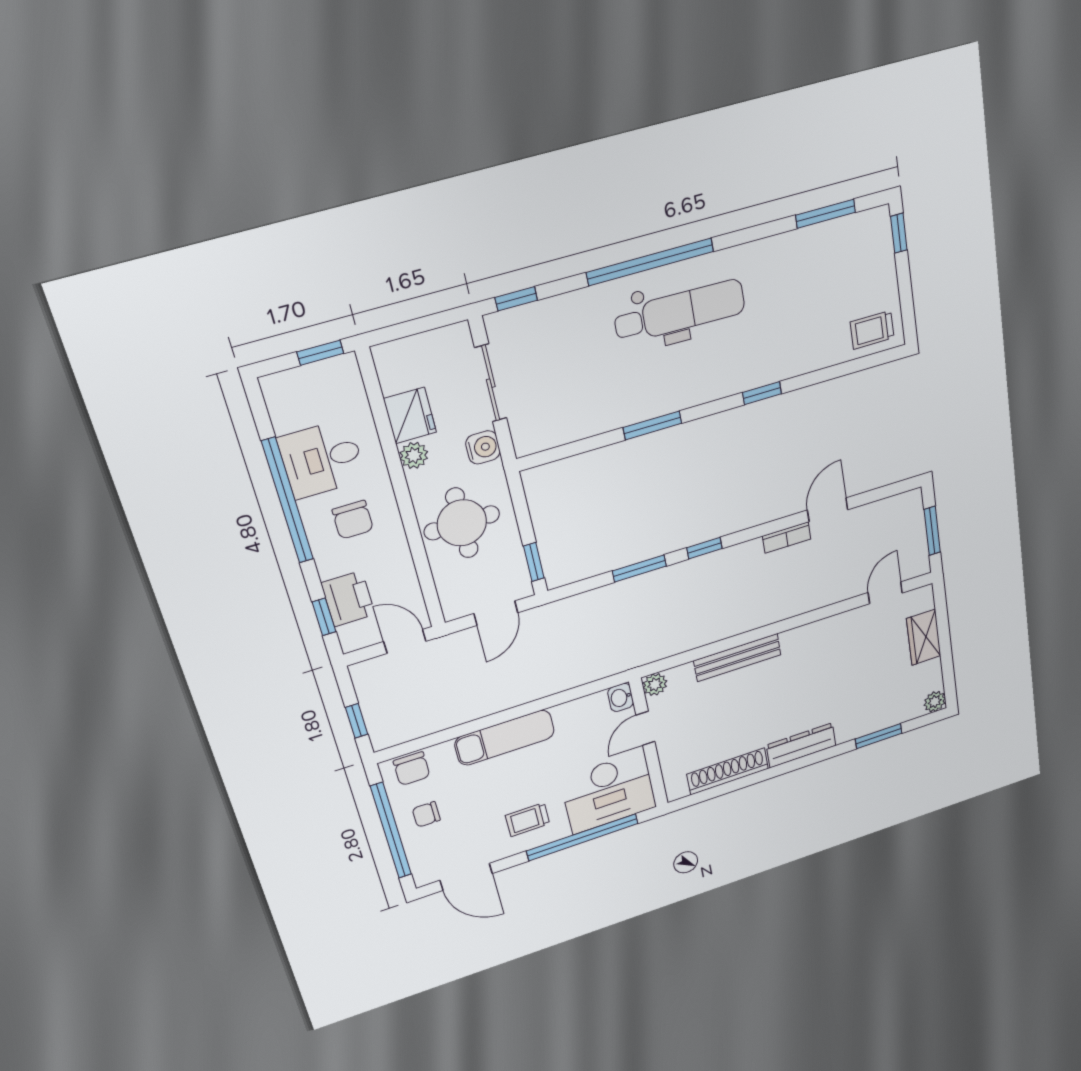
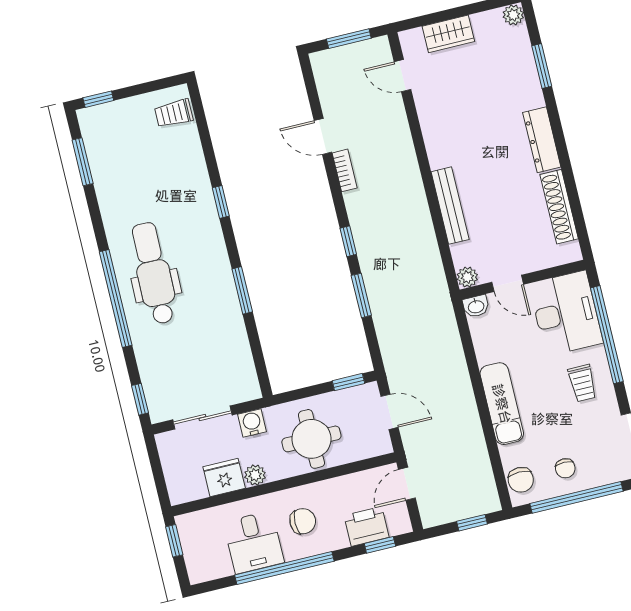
trolley: (872, 330) -> (174, 113), turned 90
chair: (412, 769) -> (521, 480), turned 90

